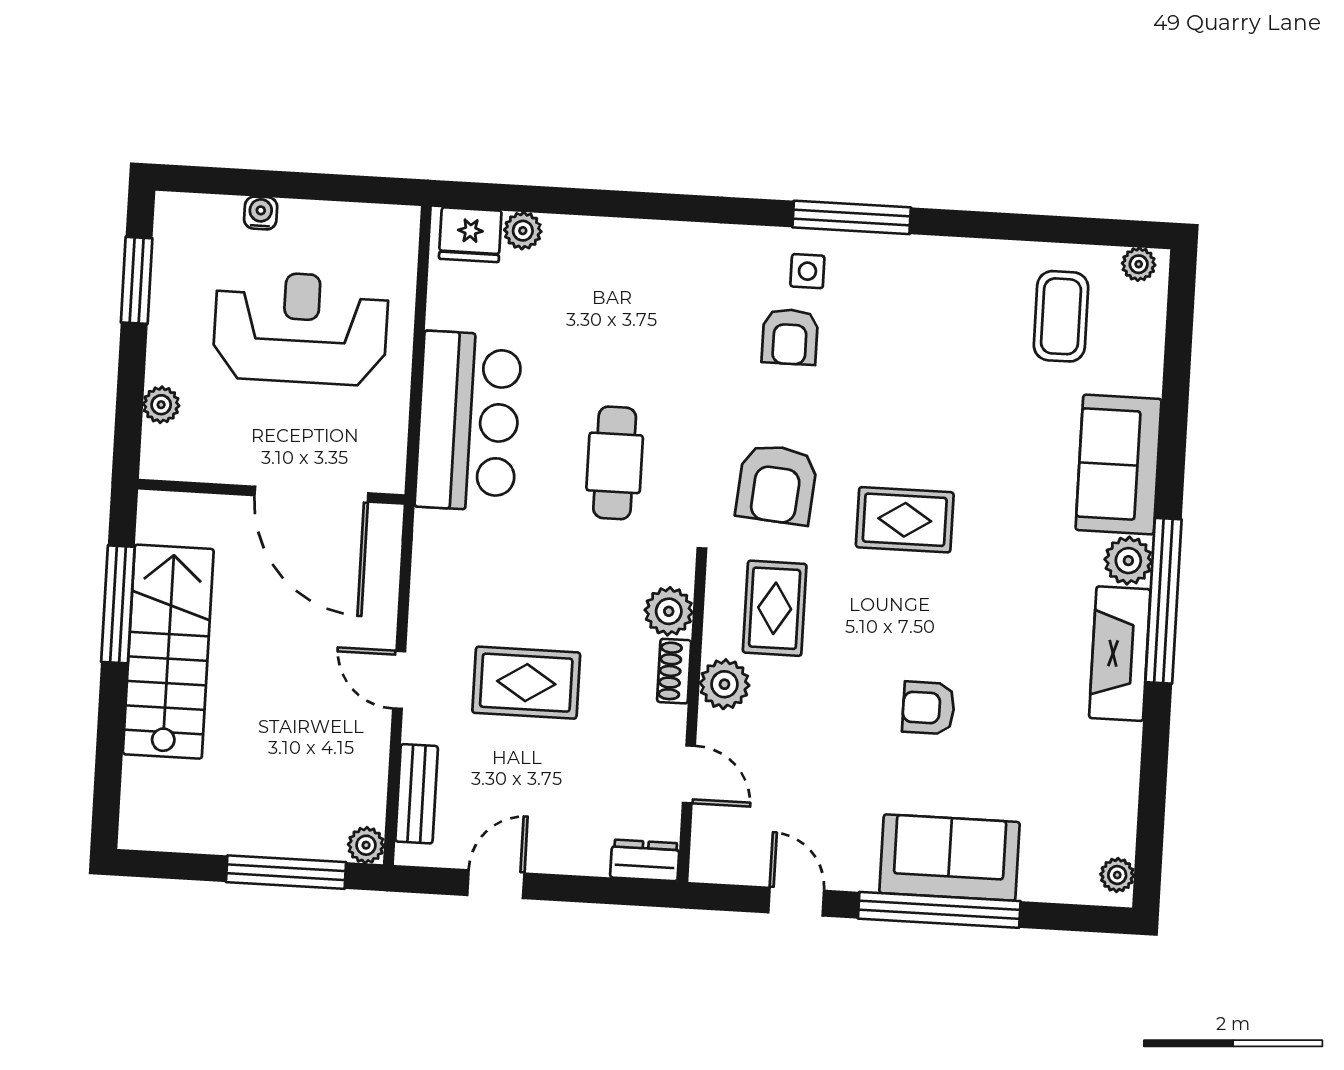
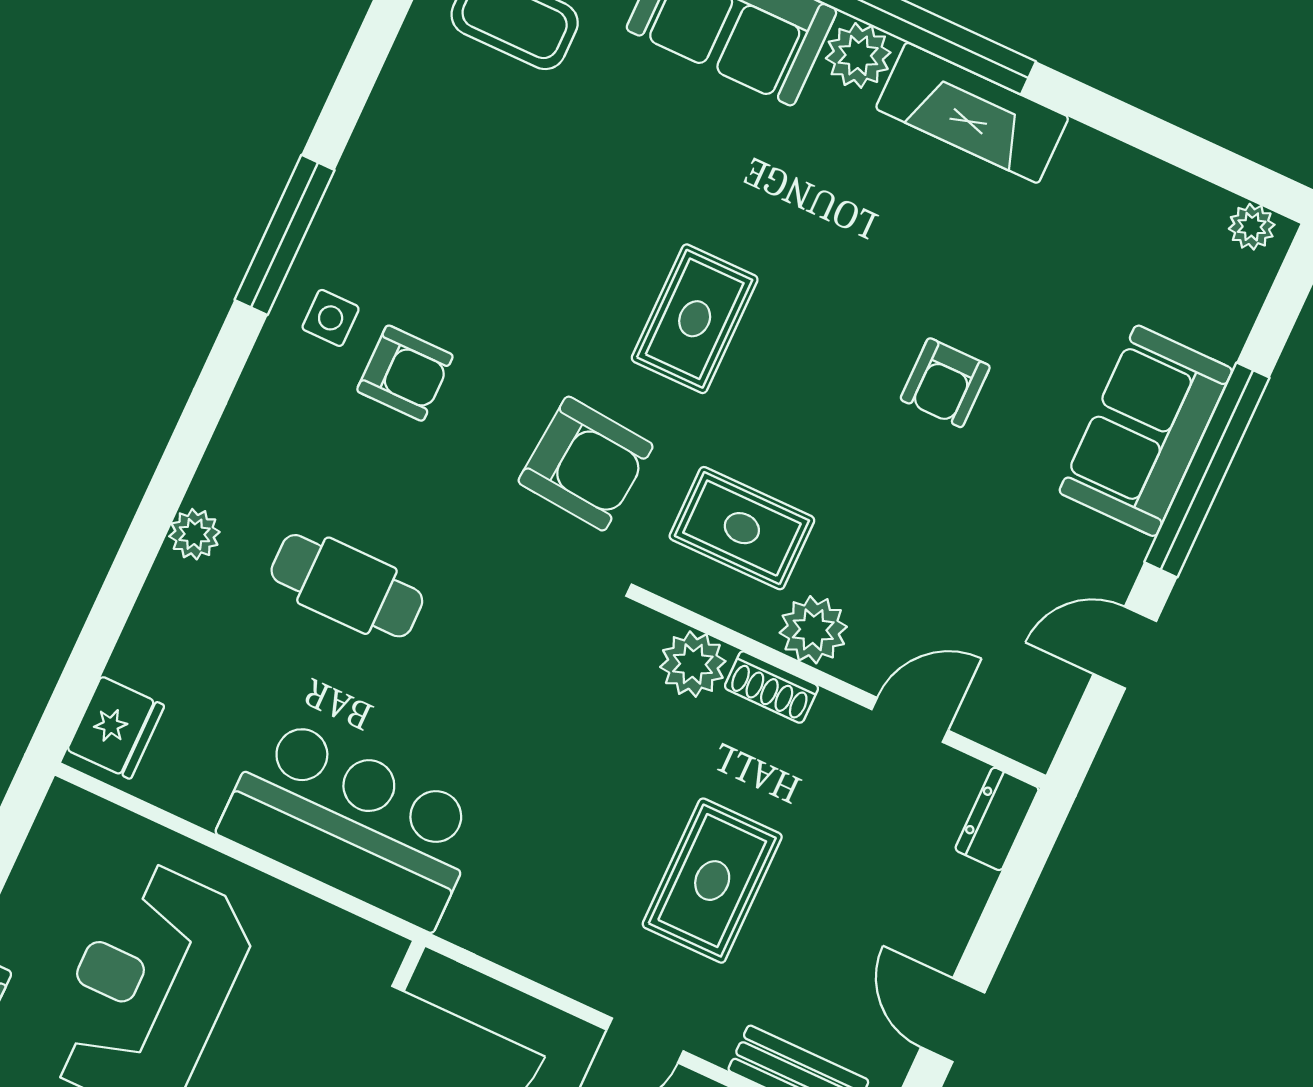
plant: (523, 231) -> (194, 534), moved
cafe table: (615, 463) -> (347, 586), moved

